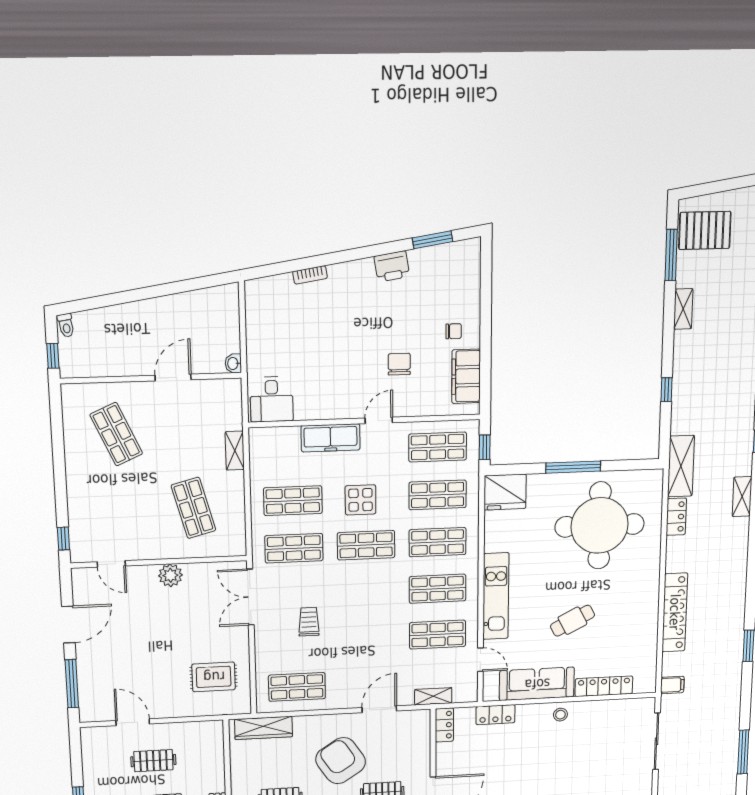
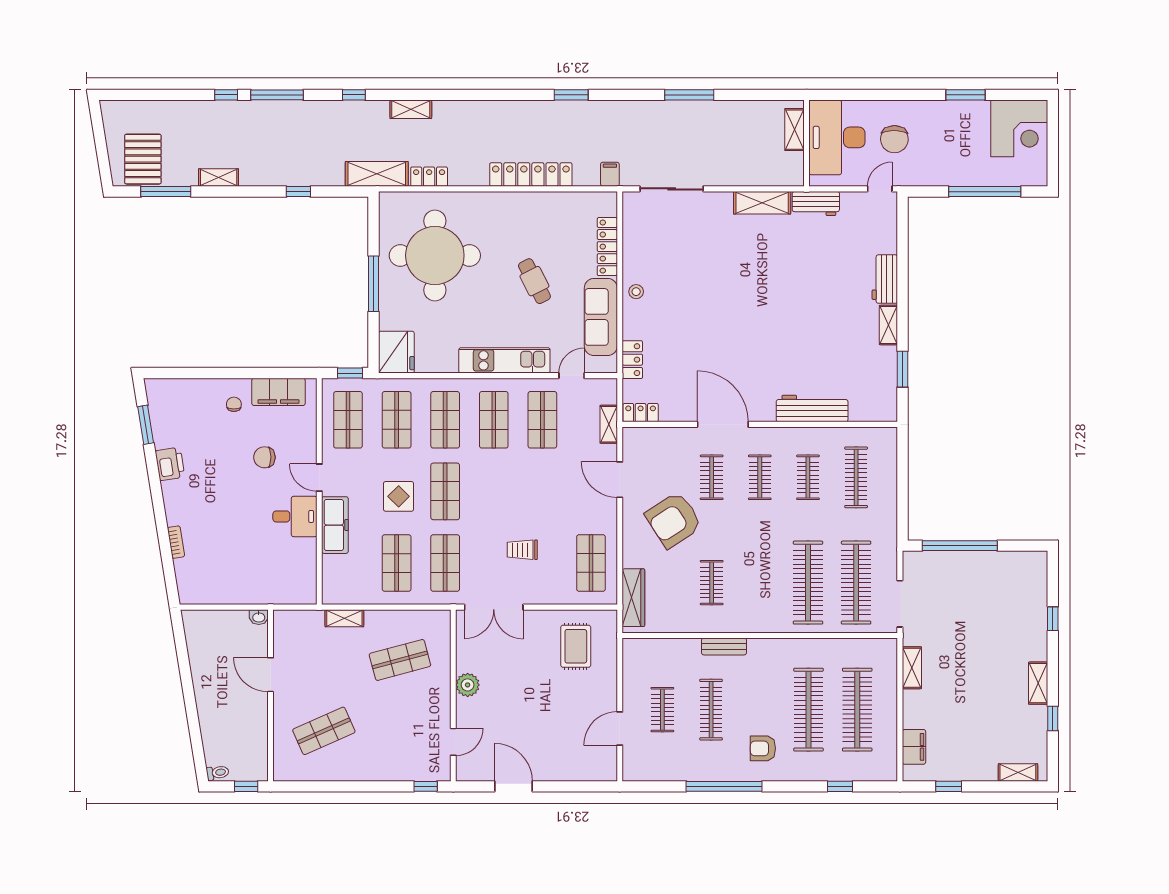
desk: (272, 399) -> (295, 516), moved
window: (72, 684) -> (575, 786), removed

